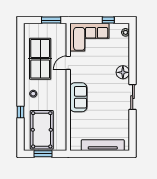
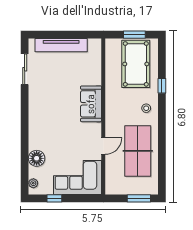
window: (51, 20) -> (139, 198), moved
floor lamp: (123, 72) -> (37, 158), moved
sliding door: (133, 97) -> (25, 69), moved

